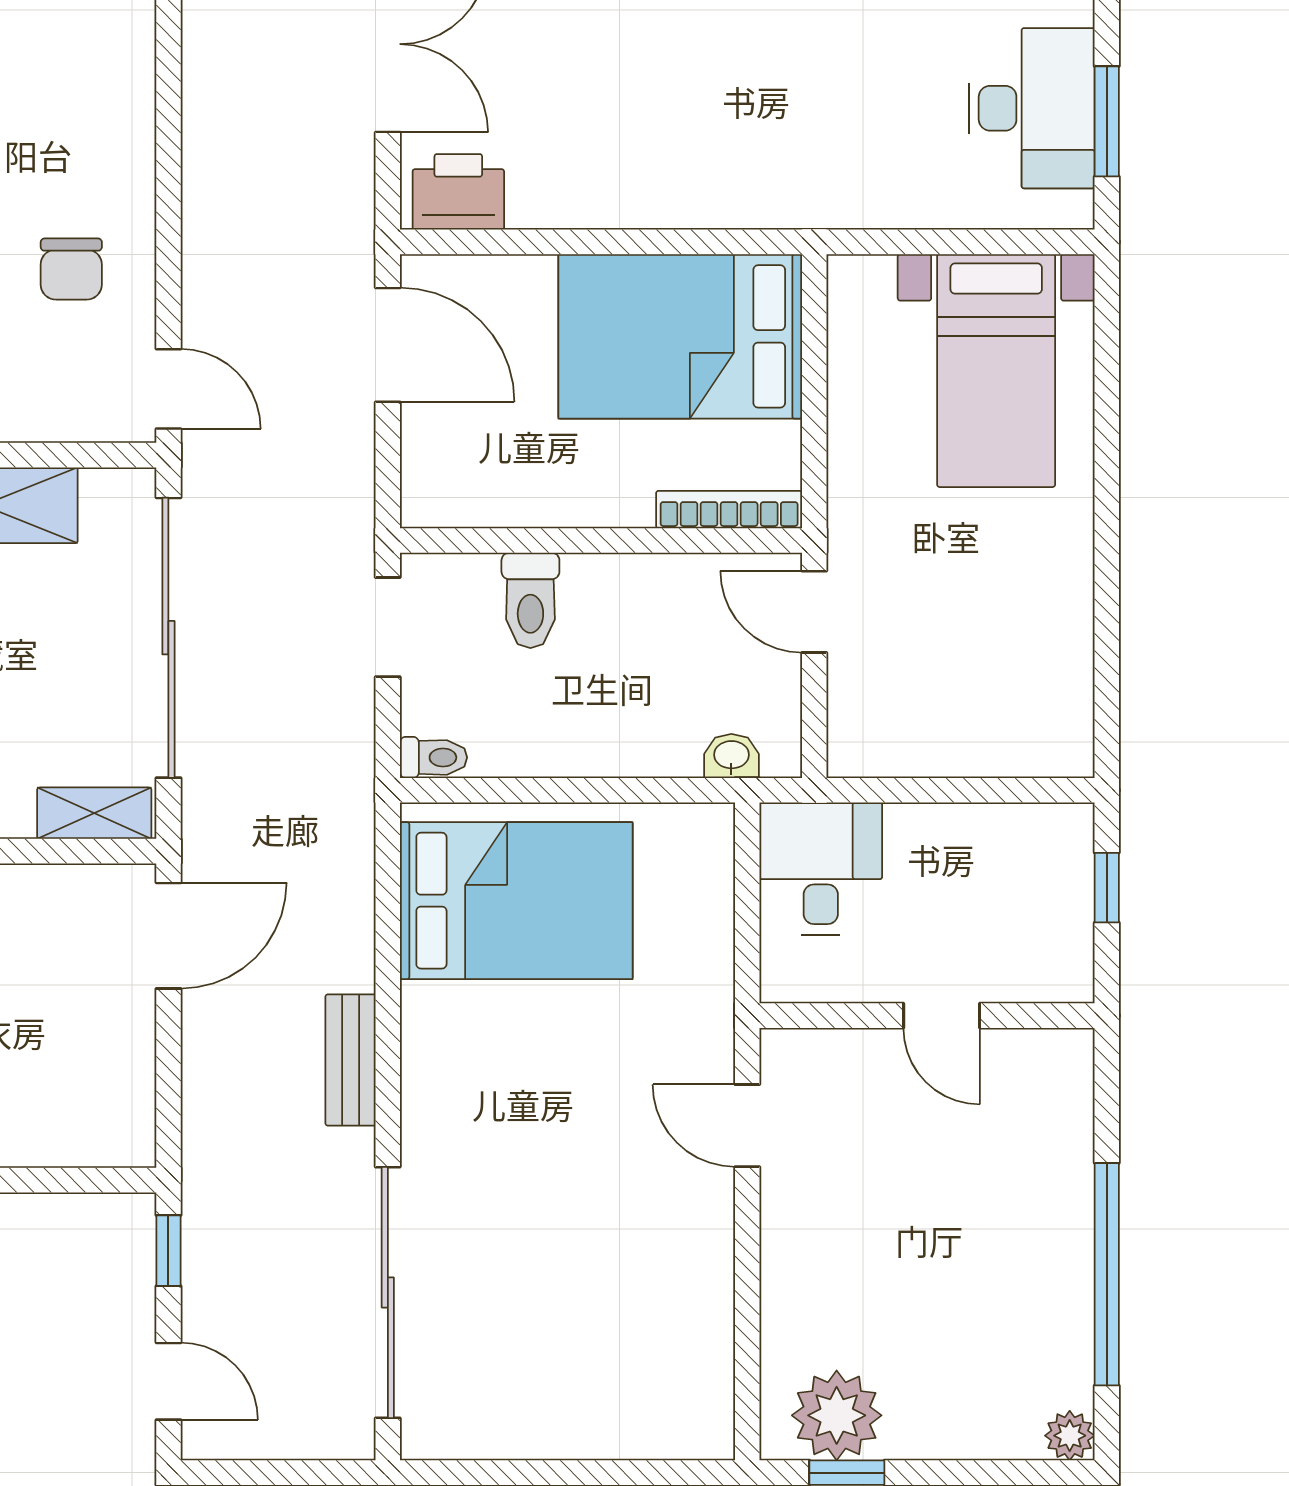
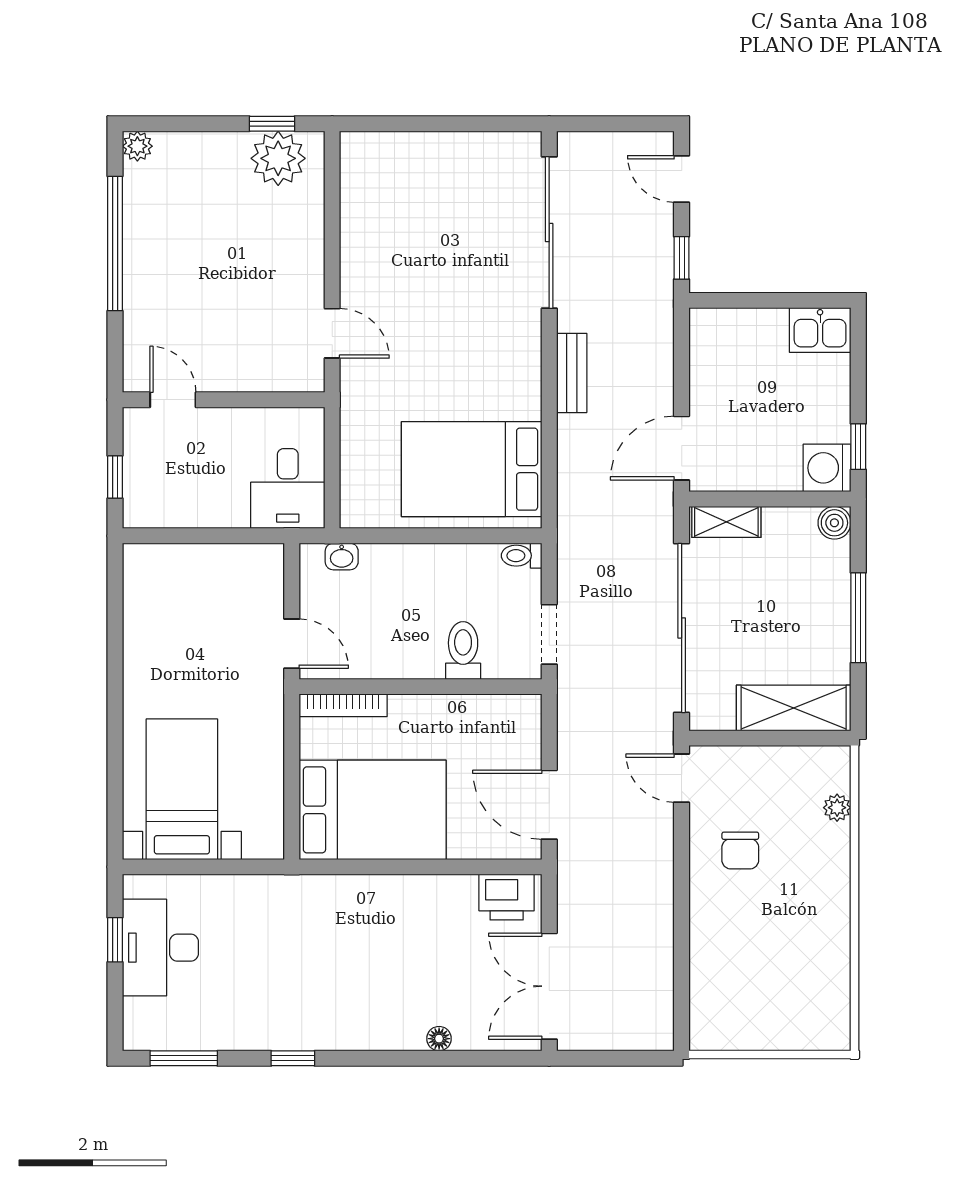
window: (1107, 121) -> (115, 940), width x0.67
chair: (71, 269) -> (740, 851), turned 180
door: (942, 1016) -> (173, 400), moved

